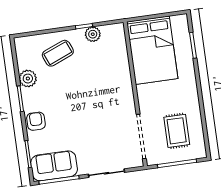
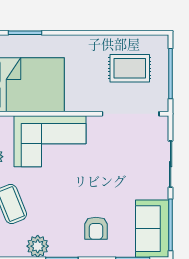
corner sofa: (111, 77) -> (50, 141), added
armchair: (36, 121) -> (96, 228), moved, turned -90

